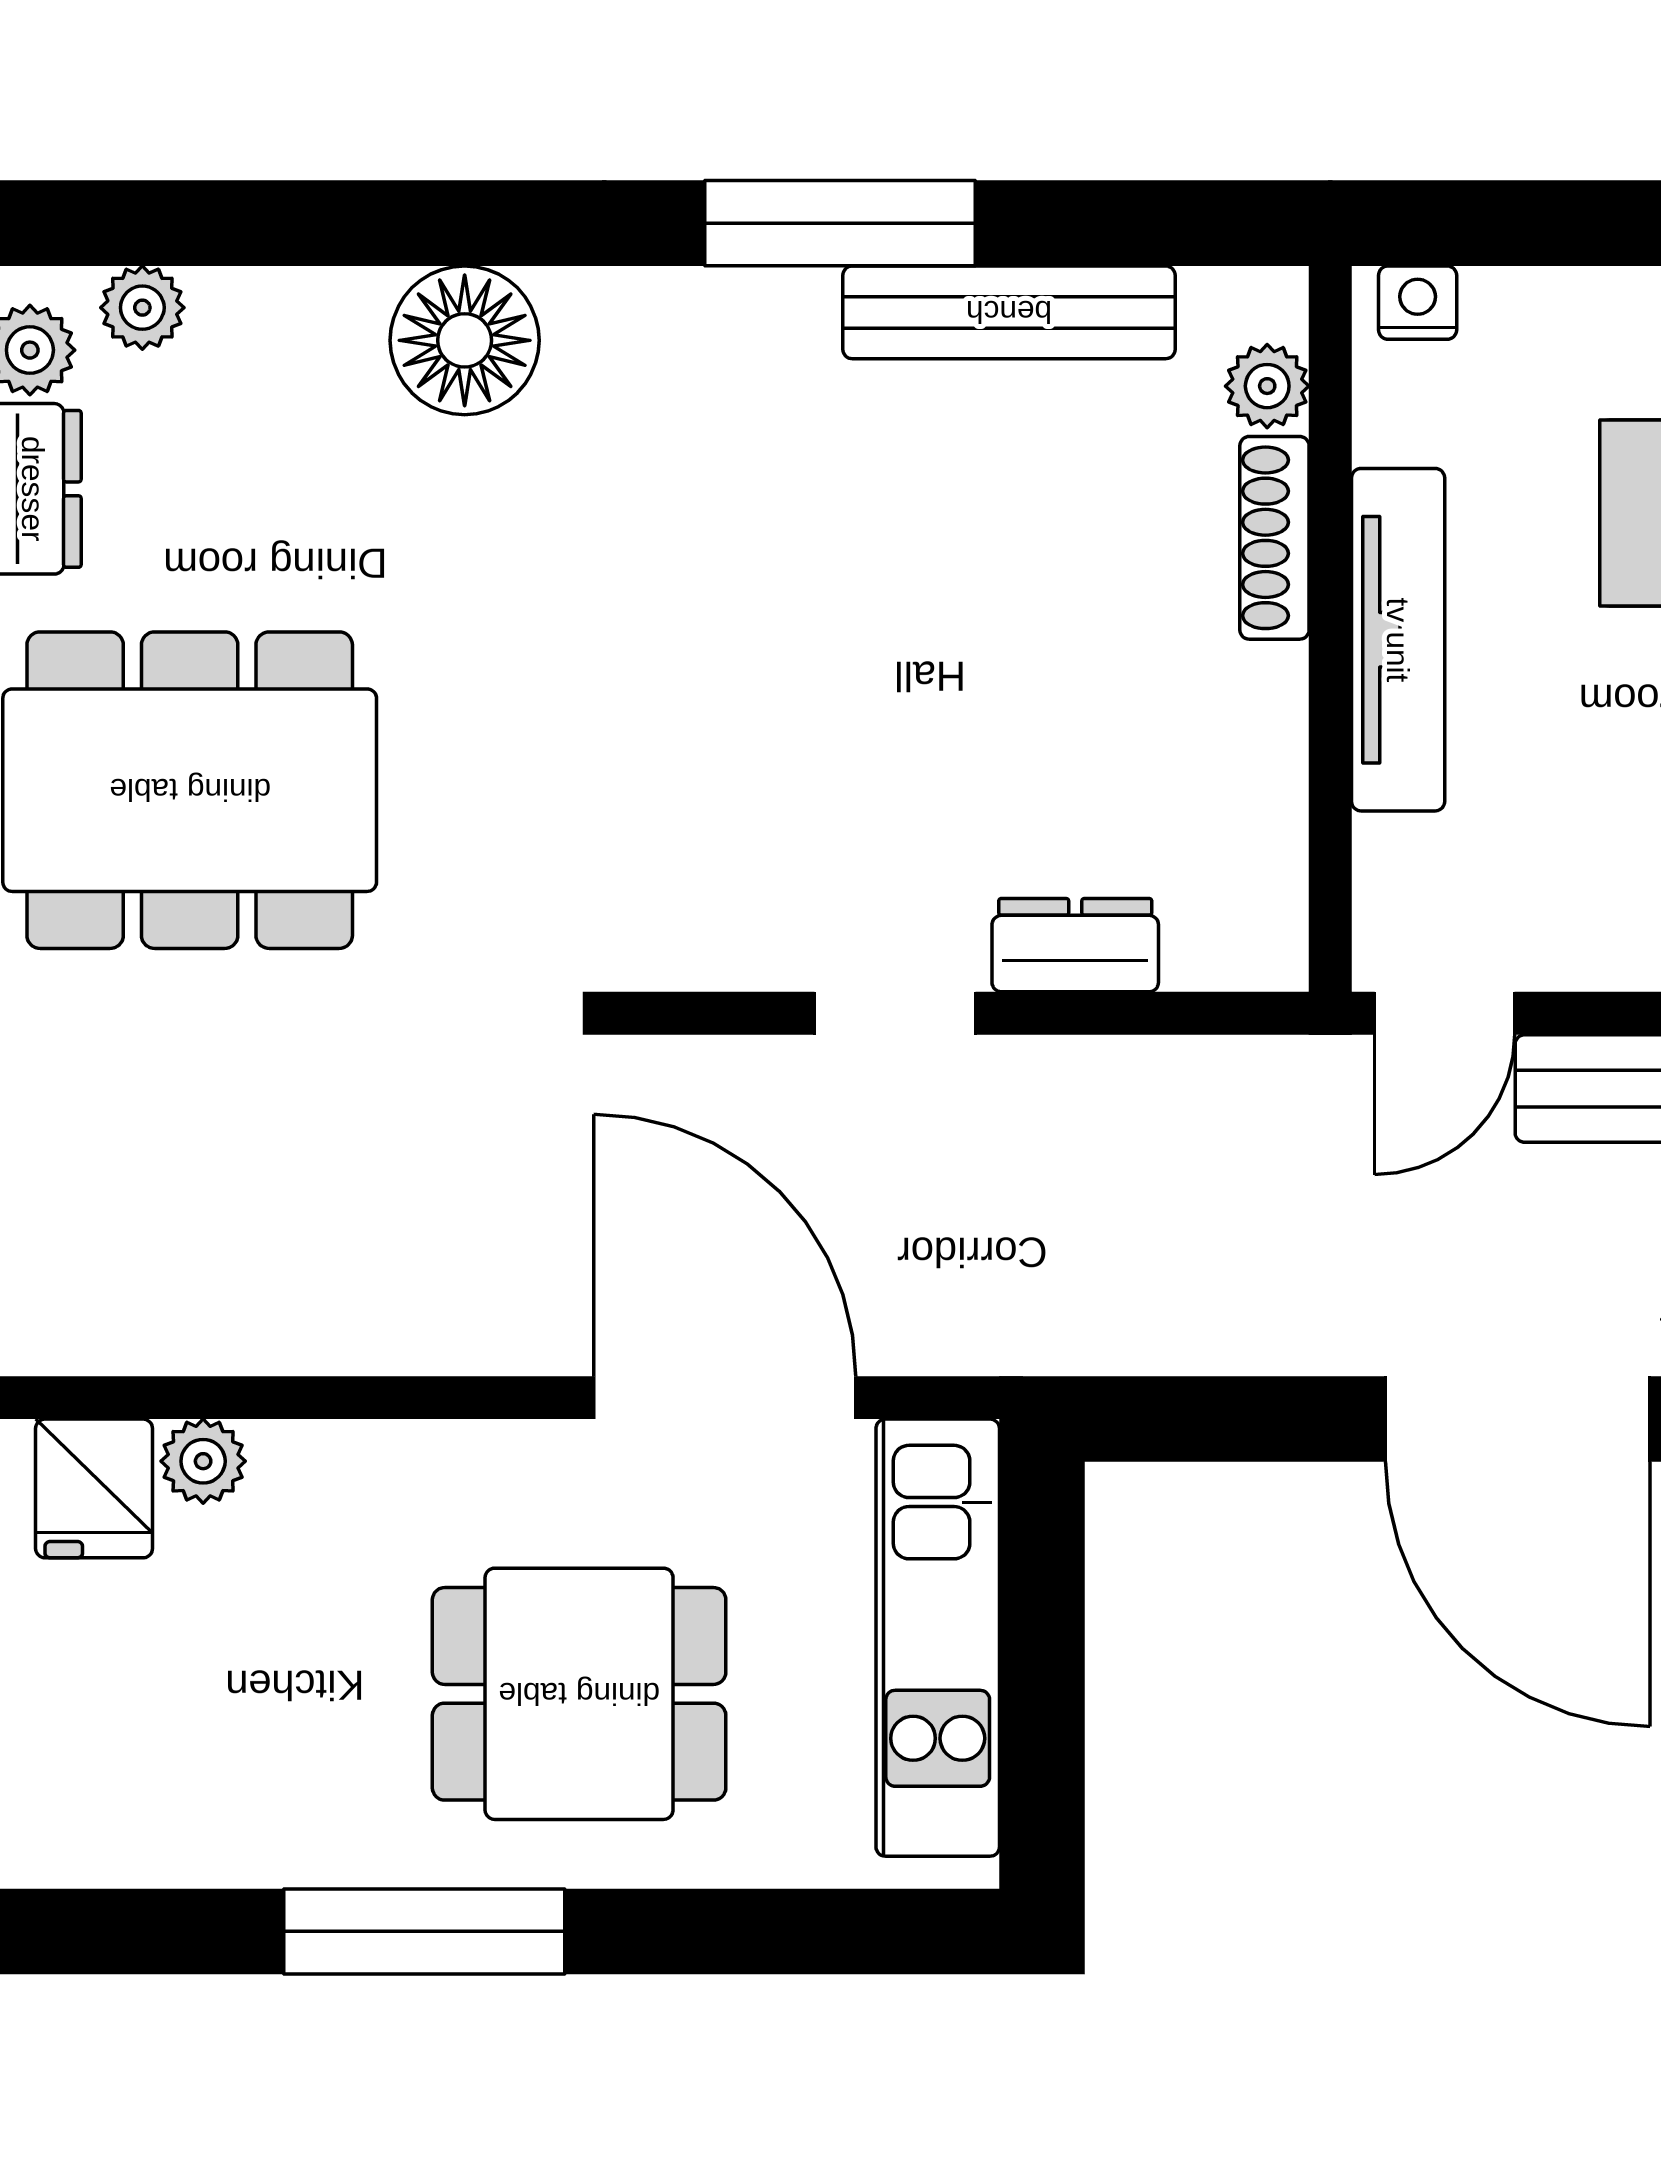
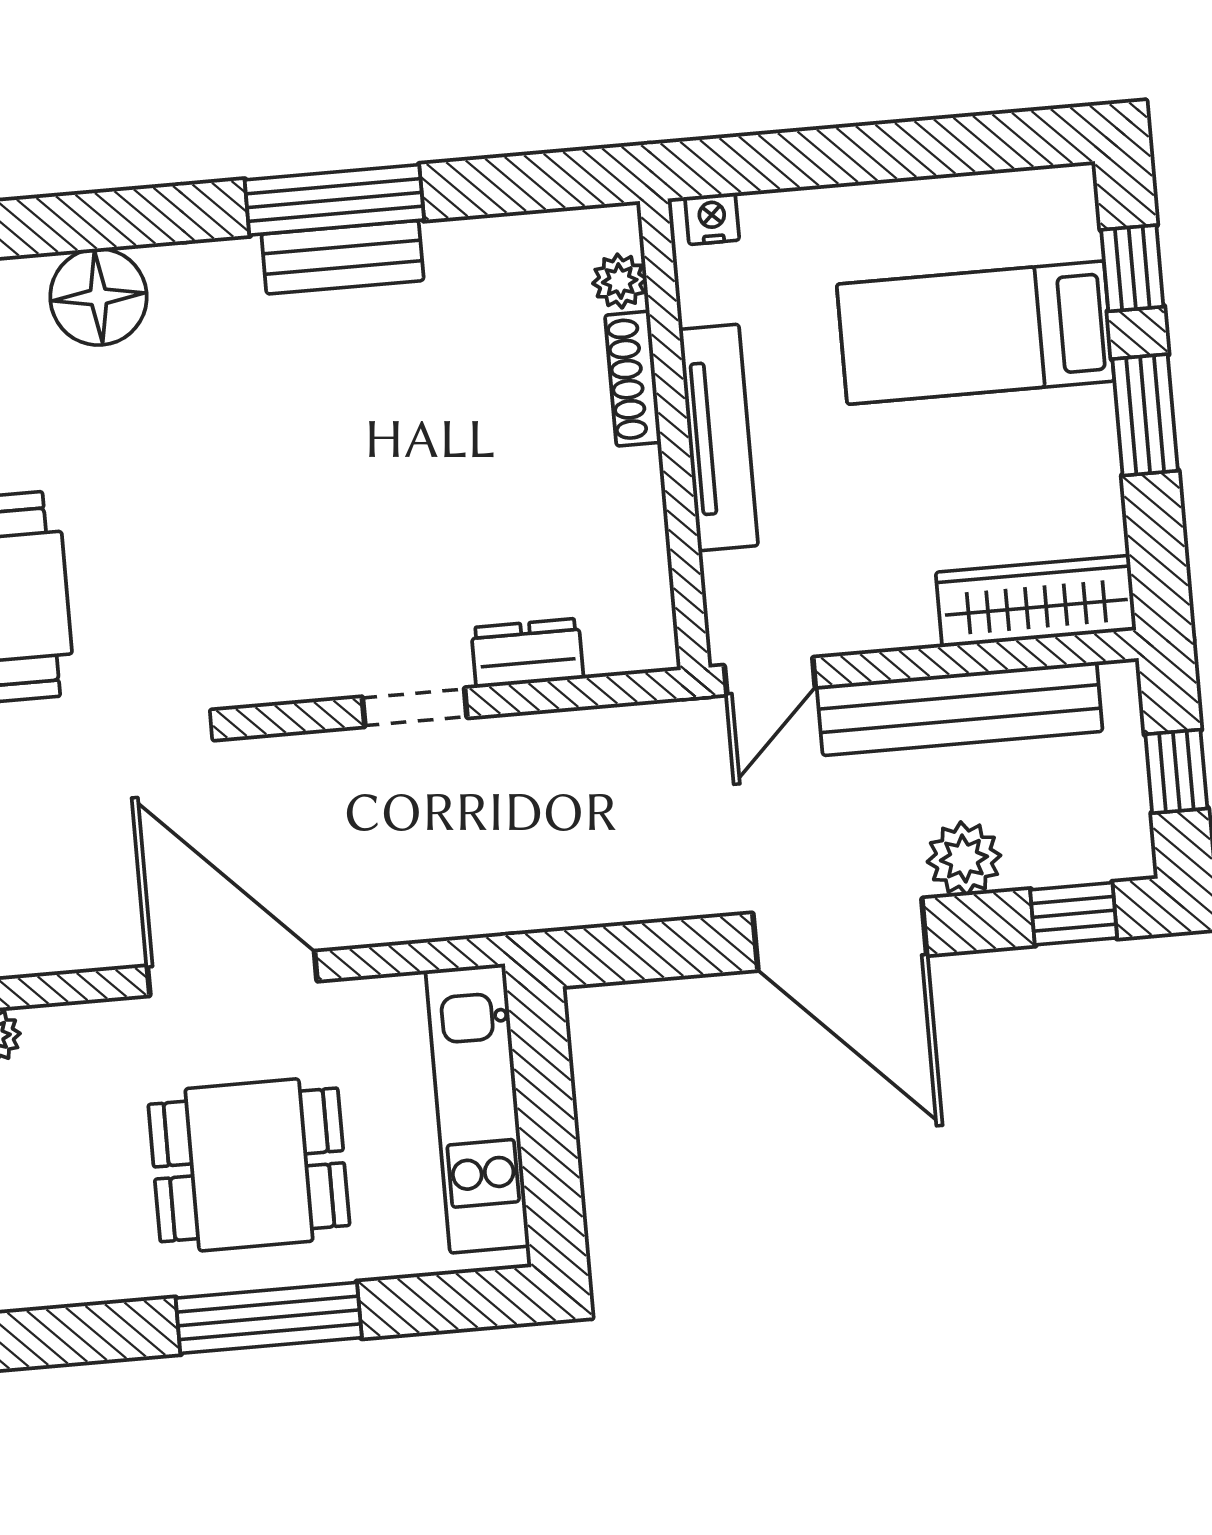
bench: (1009, 312) -> (343, 257), moved, width x0.73
door: (725, 1398) -> (232, 974), moved
window: (424, 1931) -> (269, 1318), moved

